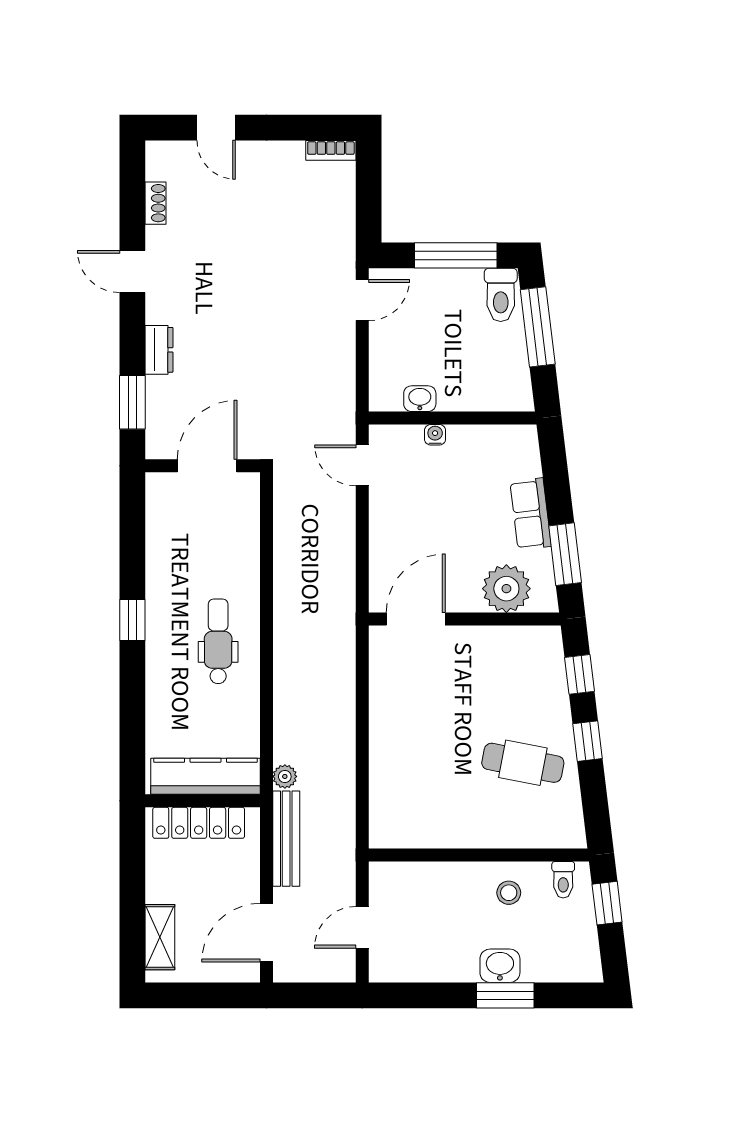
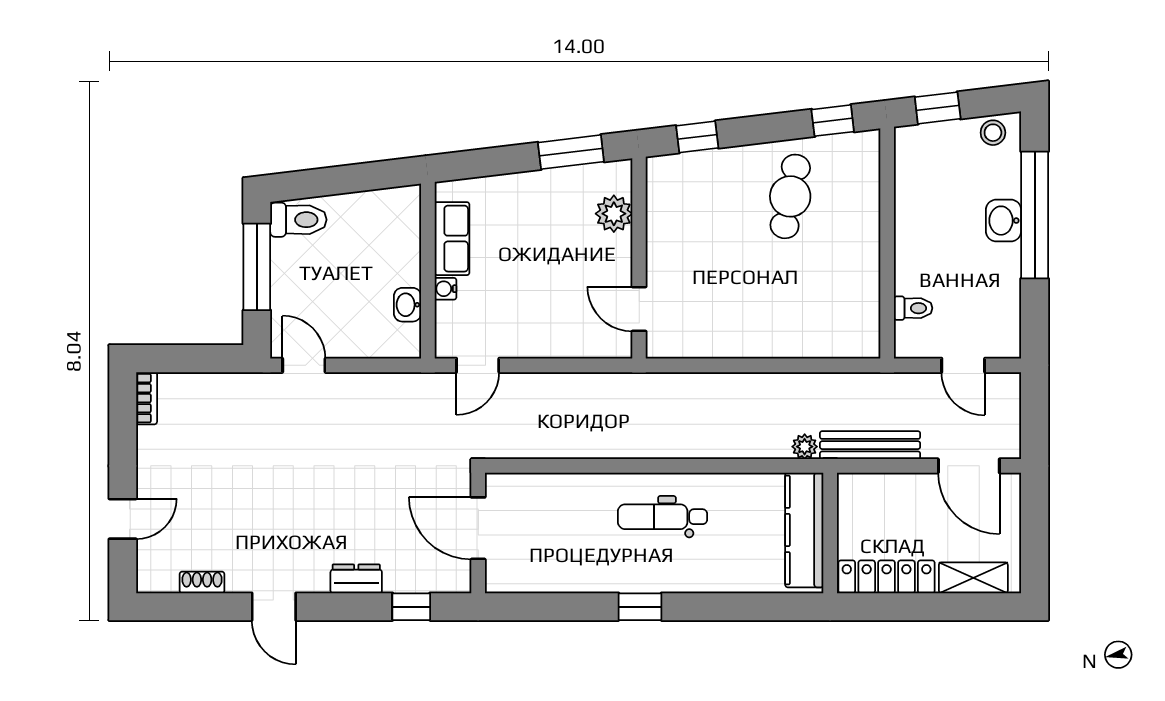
door: (132, 272) -> (274, 607), hinge flipped
window: (538, 327) -> (332, 181), removed
window: (132, 402) -> (411, 607), width x0.67
row of seats: (531, 514) -> (452, 239), moved, turned -83
plant: (506, 589) -> (614, 214), width x0.73, depth x0.73
door: (416, 619) -> (639, 309), width x0.73
window: (588, 741) -> (833, 121), moved
locker: (199, 823) -> (887, 577), moved, turned -90
toilet: (563, 880) -> (913, 308), moved
stool: (509, 893) -> (993, 133), moved
window: (505, 995) -> (1035, 215), width x2.11

